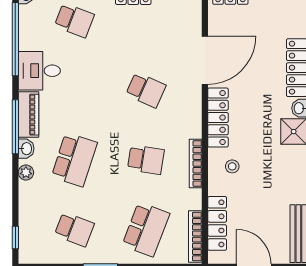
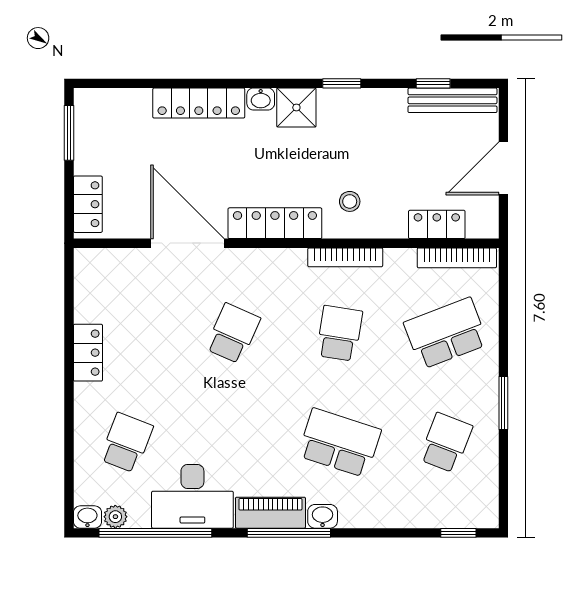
desk: (39, 71) -> (192, 496), width x1.37
plant: (26, 172) -> (115, 517), moved
locker: (217, 223) -> (437, 224), width x0.66
school desk: (146, 229) -> (446, 333), turned -42

